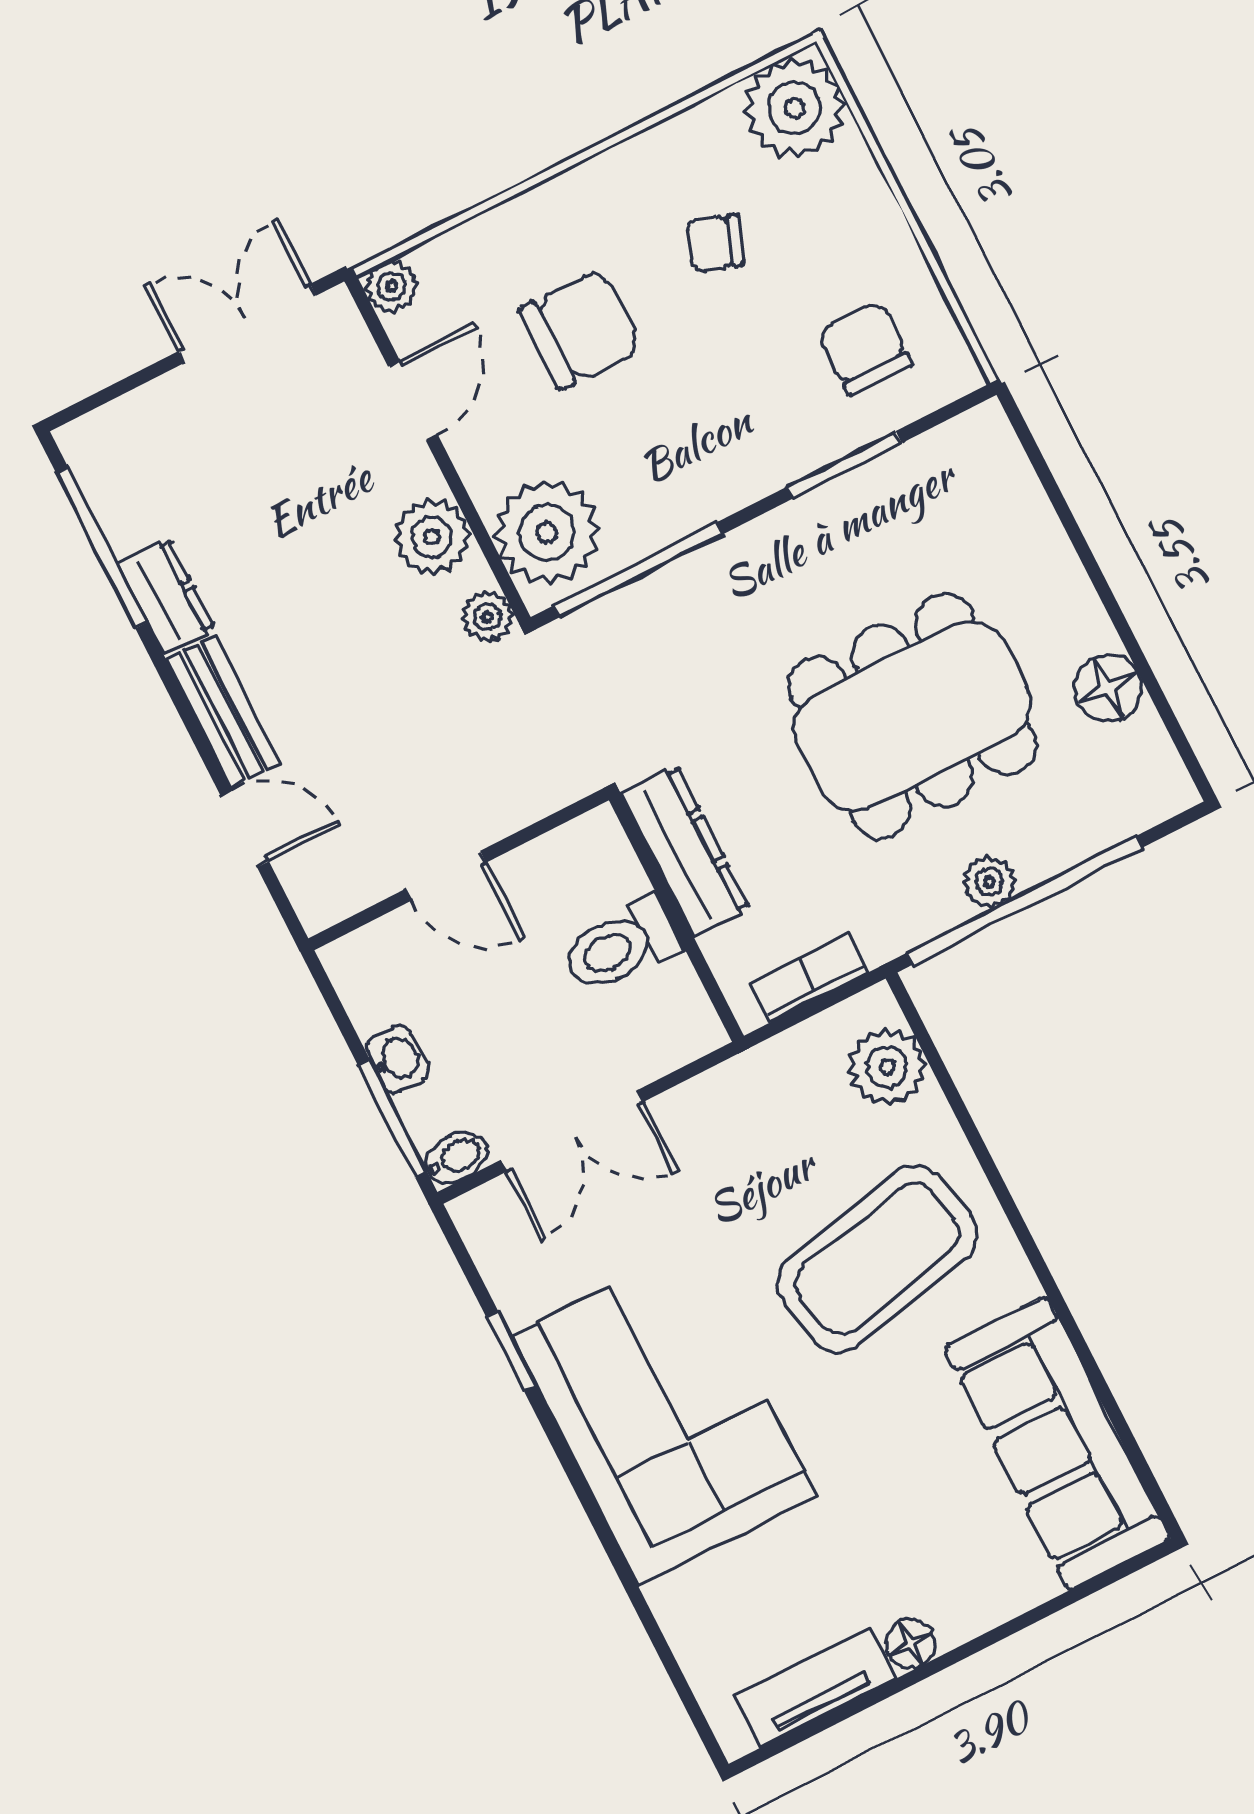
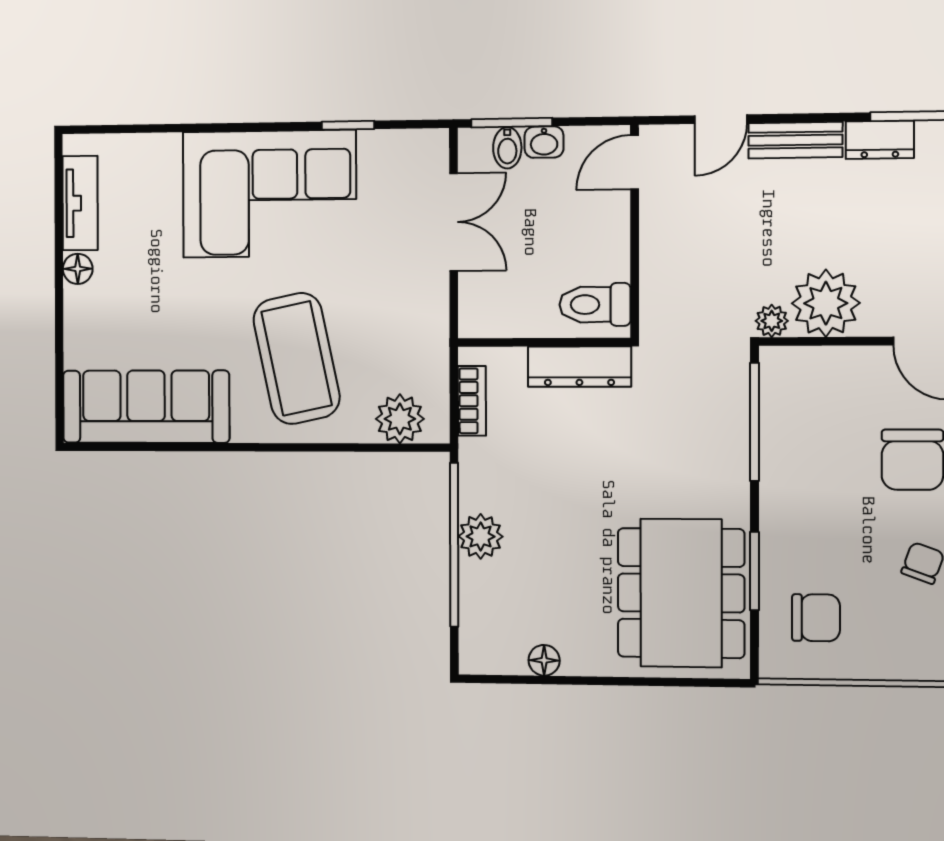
plant: (547, 532) -> (803, 380), removed
plant: (432, 537) -> (826, 303), width x1.36, depth x1.36
floor lamp: (1108, 688) -> (544, 660), width x0.73, depth x0.73
dining table: (912, 716) -> (681, 593), moved
door: (446, 876) -> (635, 162), moved
plant: (989, 882) -> (481, 536), width x1.38, depth x1.38
toilet: (621, 946) -> (595, 305), moved, turned -90
double door: (572, 1131) -> (454, 222), swing flipped
bidet: (456, 1158) -> (507, 148), moved

